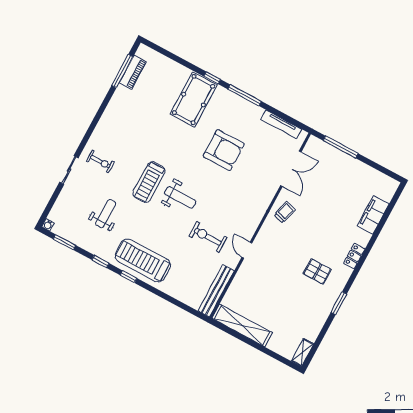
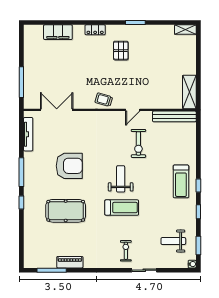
piano: (133, 72) -> (70, 262), moved
pool table: (194, 100) -> (66, 211), moved
armchair: (224, 150) -> (69, 166), turned 90
trolley: (285, 212) -> (104, 100), moved
weight bench: (106, 214) -> (173, 241), moved
treadmill: (143, 260) -> (181, 181), width x0.73, depth x0.73
shelving: (242, 325) -> (189, 92), width x0.68

